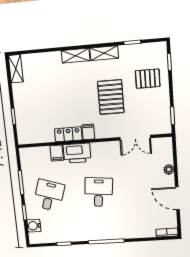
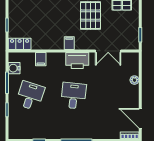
locker: (68, 134) -> (20, 44), moved
printer: (77, 153) -> (77, 60), moved
door: (177, 198) -> (140, 118), moved
water cooler: (34, 226) -> (14, 68), moved

